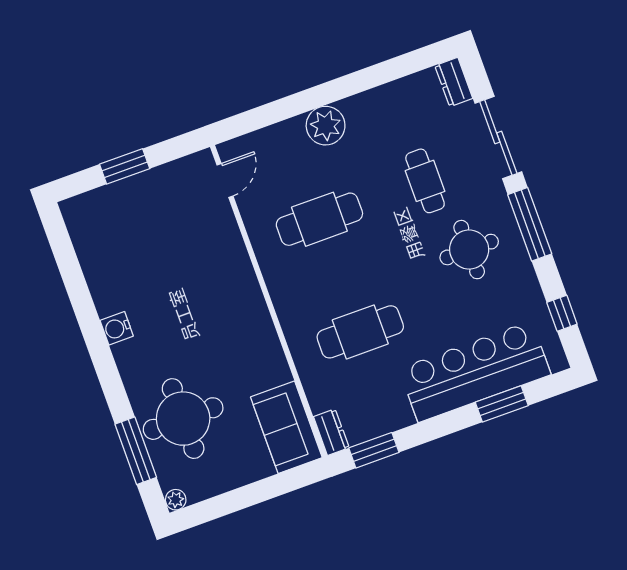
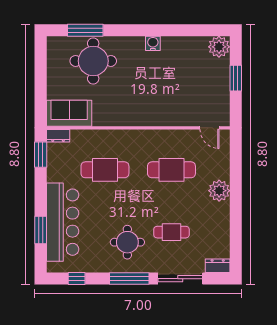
cafe table: (319, 219) -> (171, 170), turned 90
cafe table: (360, 332) -> (105, 170), turned 90
plant: (176, 500) -> (219, 47), moved, width x1.88, depth x1.88

